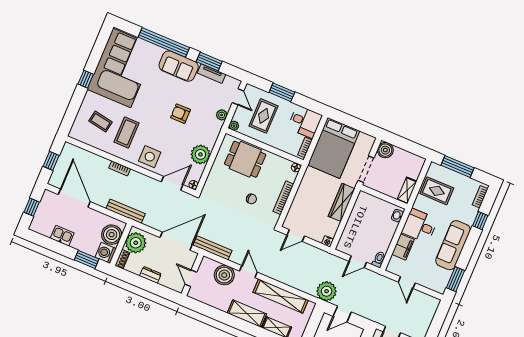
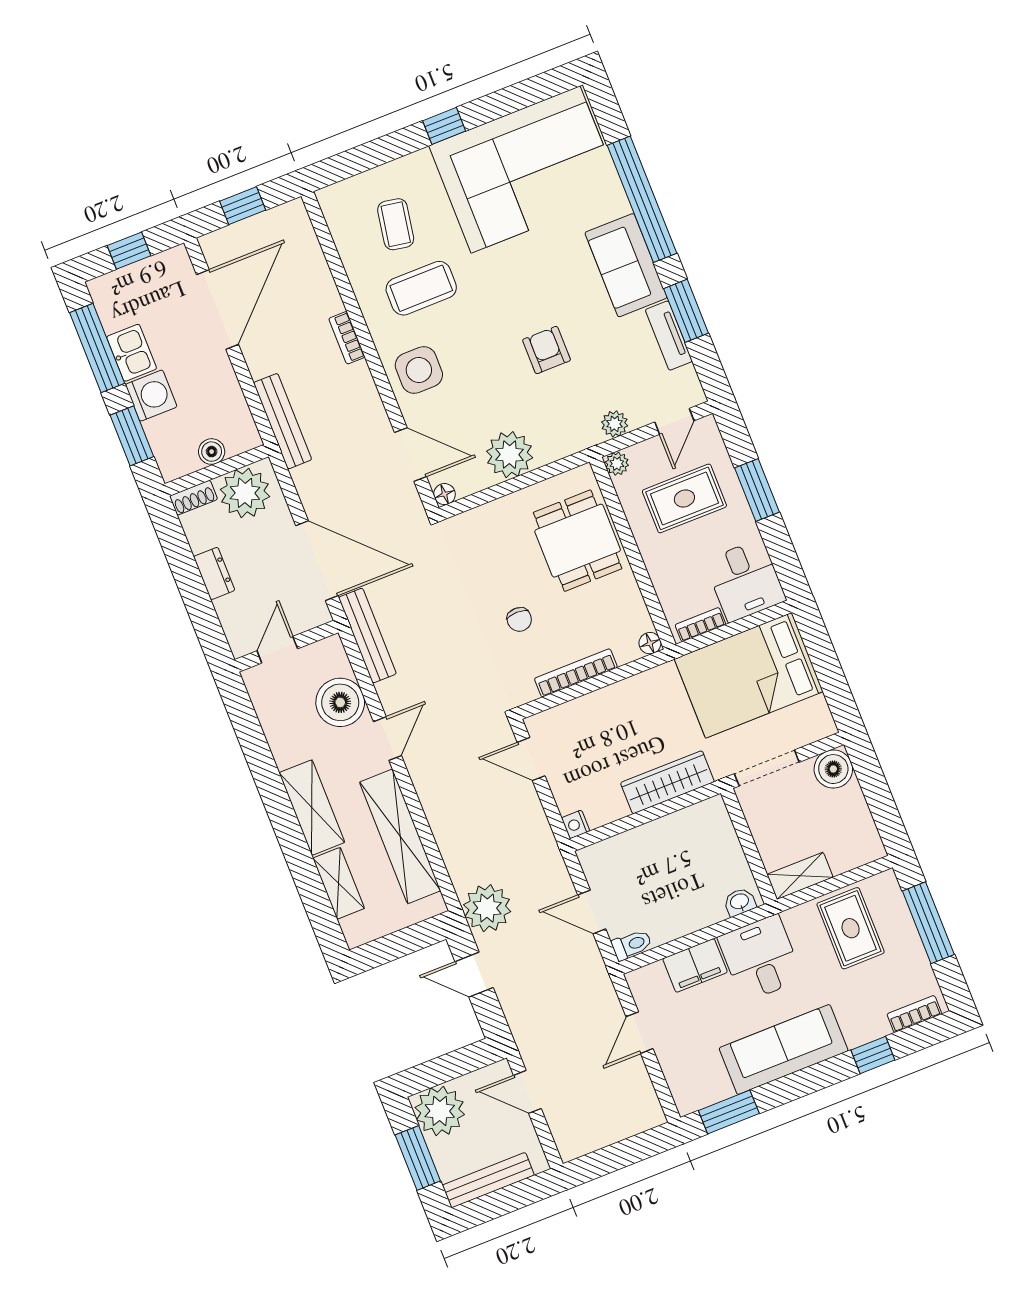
boiler: (112, 235) -> (212, 452), width x0.54, depth x0.54
window: (51, 244) -> (97, 348), added
washing machine: (106, 253) -> (151, 396), moved, turned 90

